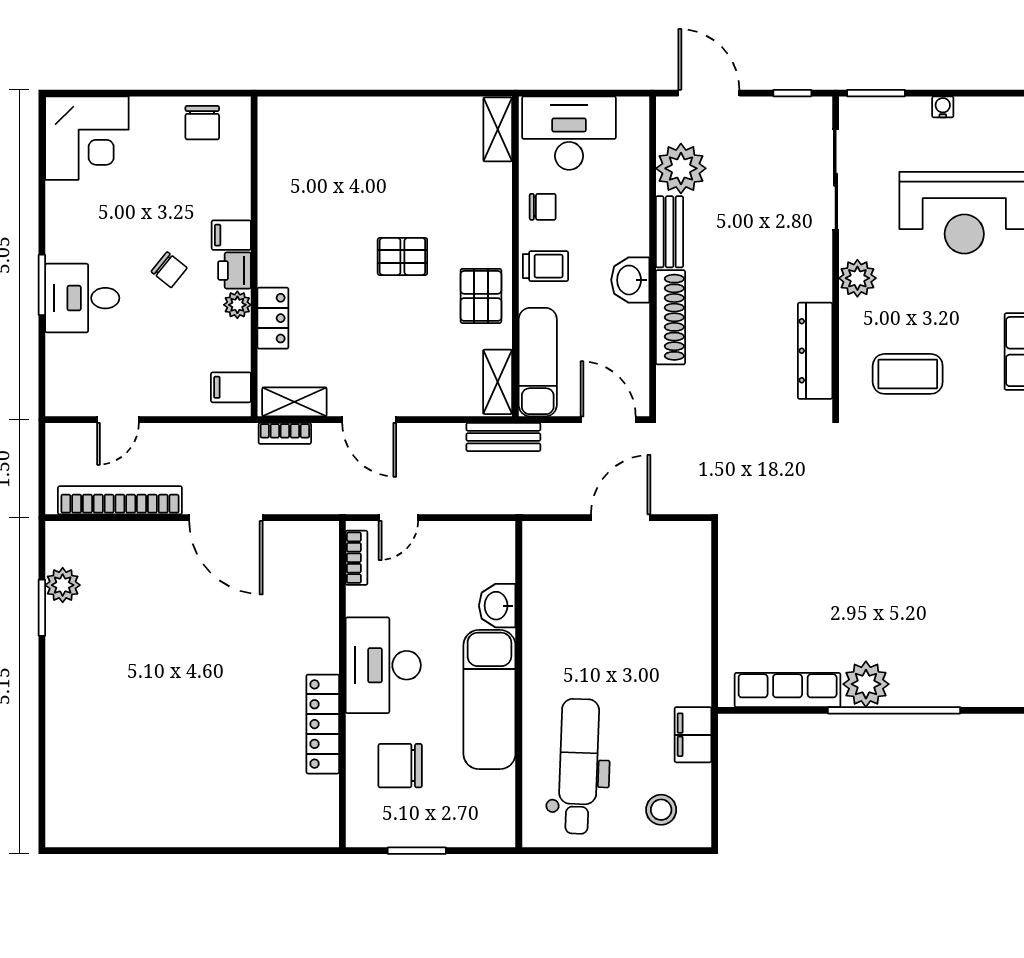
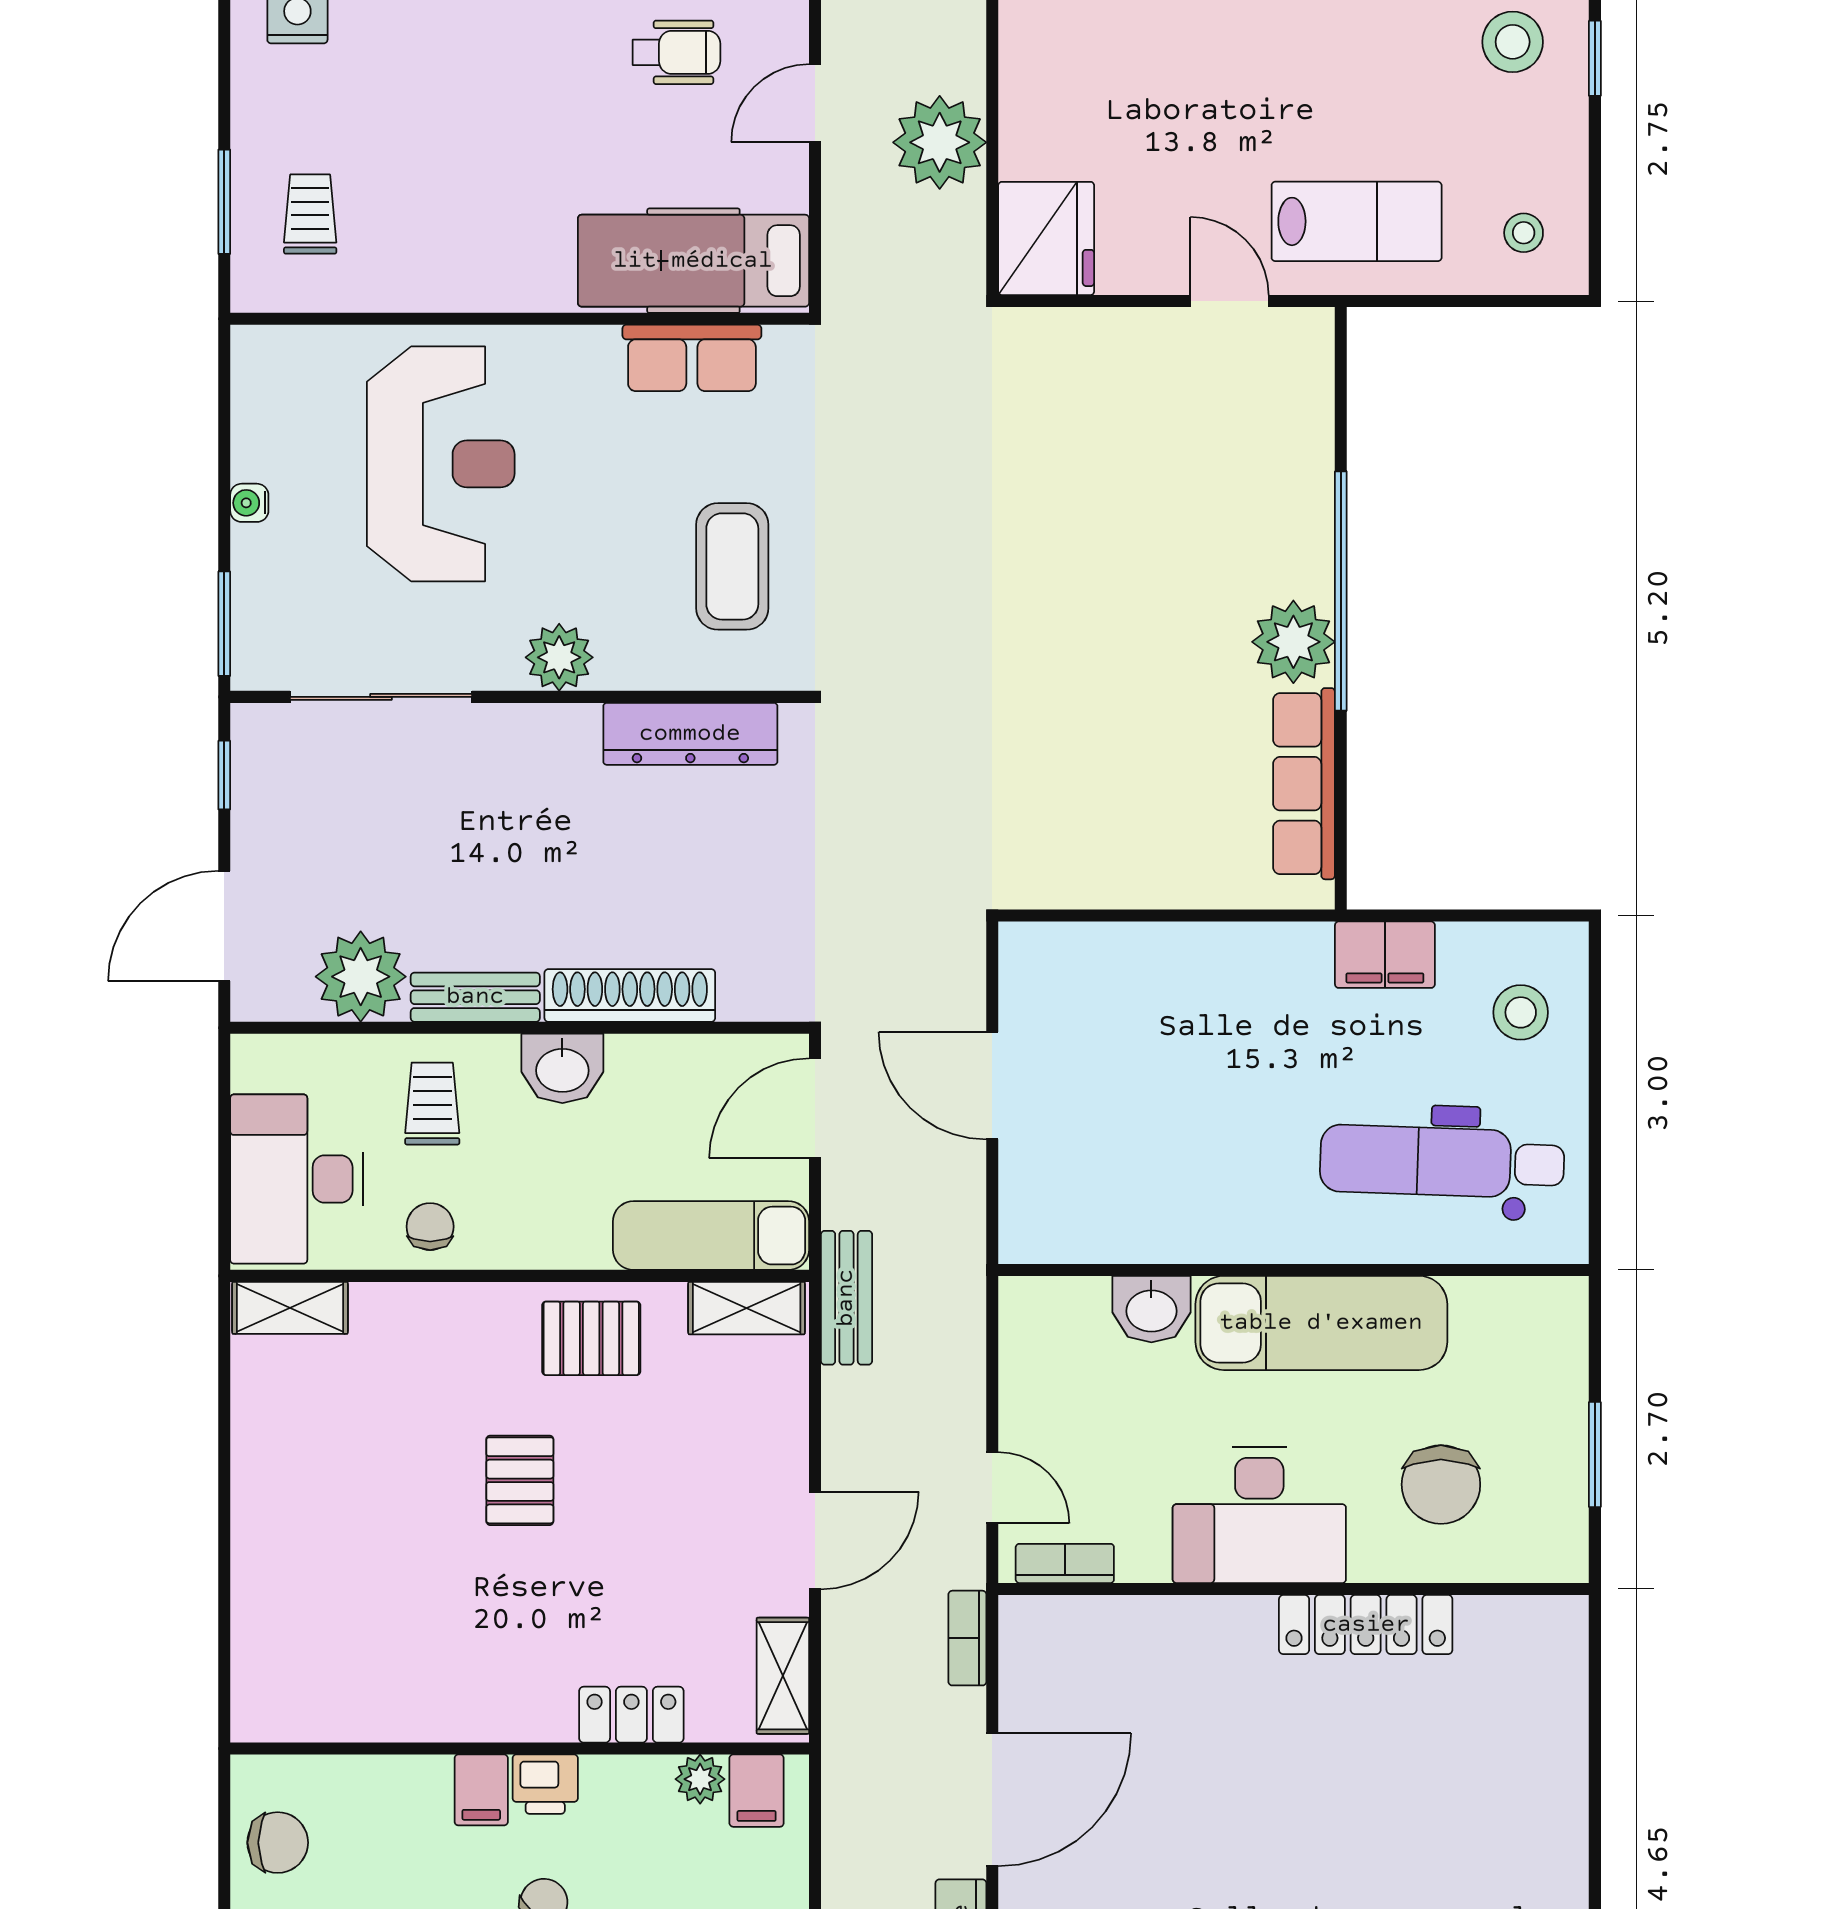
trolley: (545, 266) -> (432, 1104), moved
plant: (237, 305) -> (700, 1779), moved
bookcase: (285, 433) -> (967, 1638), moved, turned 180

